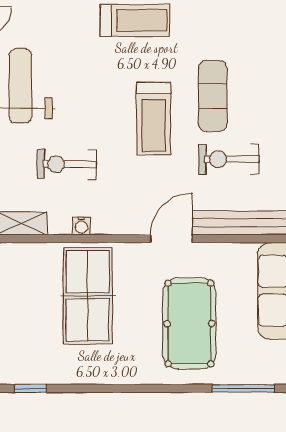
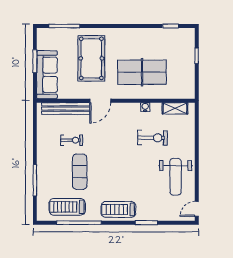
treadmill: (154, 119) -> (67, 207), moved, turned -90
exercise bike: (229, 159) -> (72, 140), width x0.73, depth x0.72
table tennis table: (88, 296) -> (142, 72), turned 90

